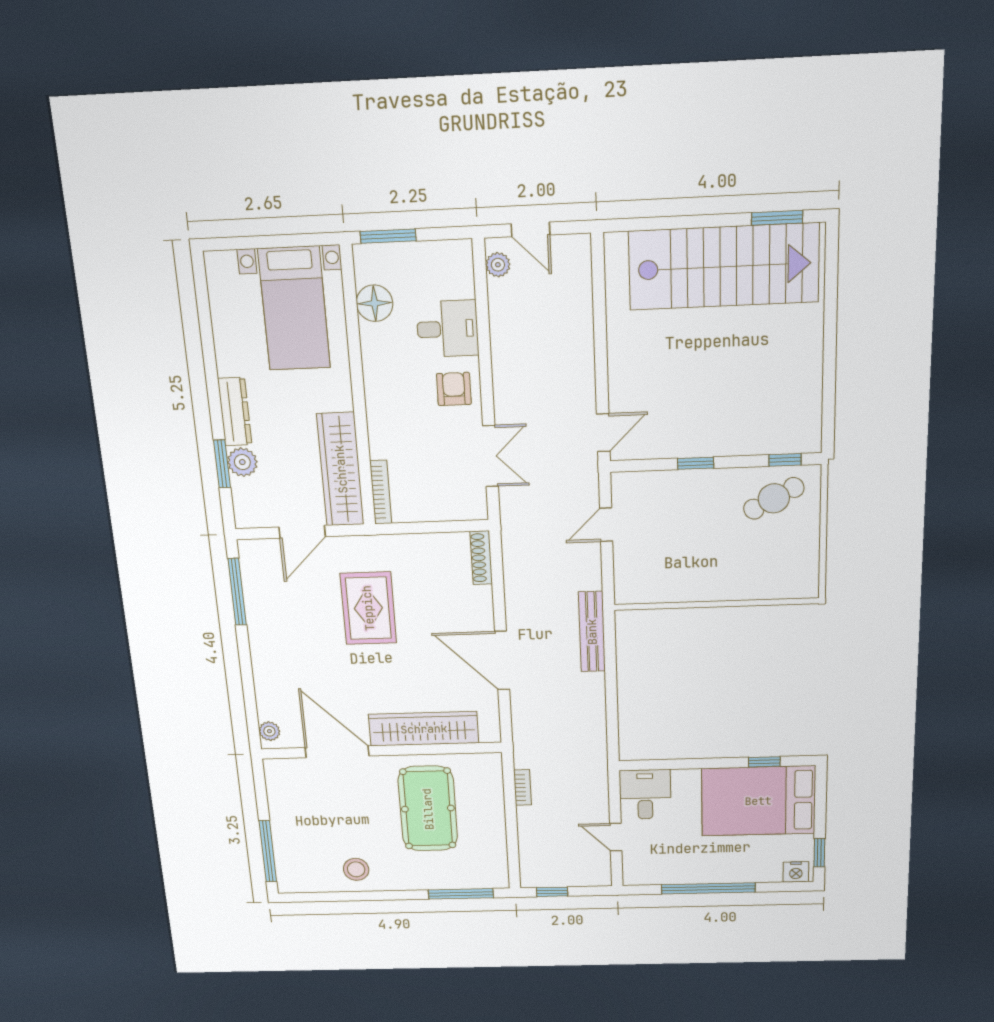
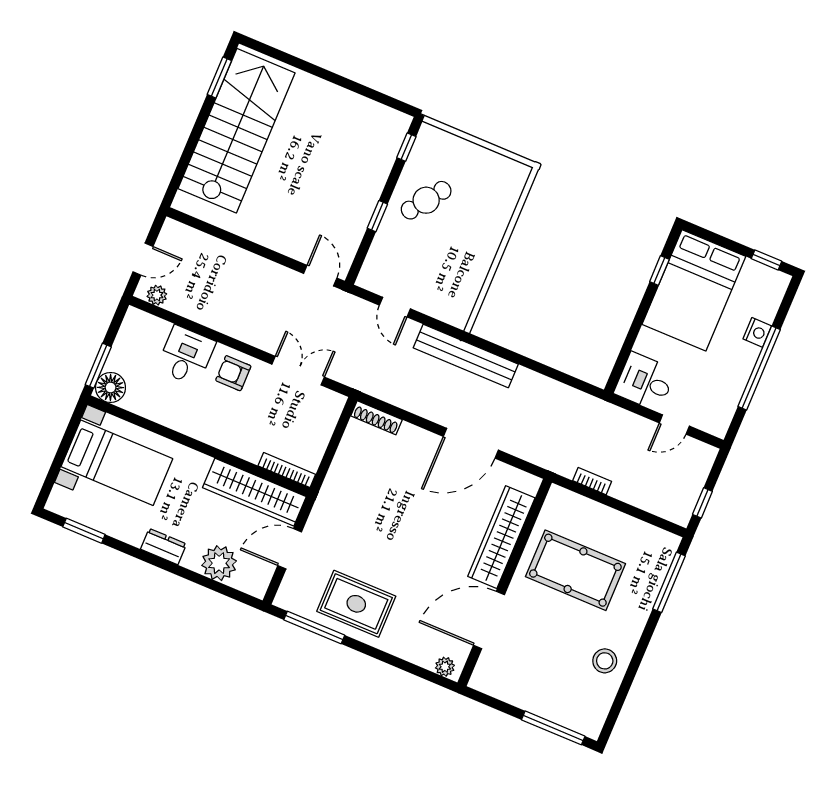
floor lamp: (375, 303) -> (111, 387), moved
dresser: (235, 412) -> (163, 547), width x0.70
plant: (242, 462) -> (219, 563), width x1.36, depth x1.36
window: (222, 464) -> (84, 531), moved
cafe table: (774, 498) -> (426, 200), moved, turned 64
door: (302, 532) -> (290, 549), swing flipped
rug: (368, 608) -> (356, 604), moved
bench: (592, 632) -> (466, 356), width x1.37, depth x1.21
nightstand: (796, 872) -> (757, 332), moved

